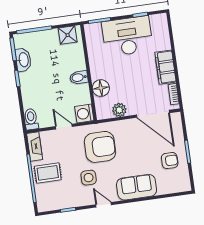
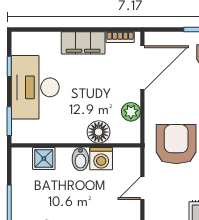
shower: (68, 35) -> (44, 159), moved
washing machine: (84, 114) -> (101, 159), moved

